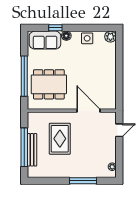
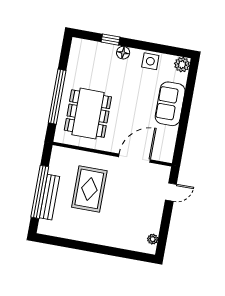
sofa: (45, 40) -> (170, 104), moved, turned 90
dining table: (49, 84) -> (88, 114), turned 90
door: (88, 111) -> (135, 158), hinge flipped
window: (83, 181) -> (110, 251), removed

